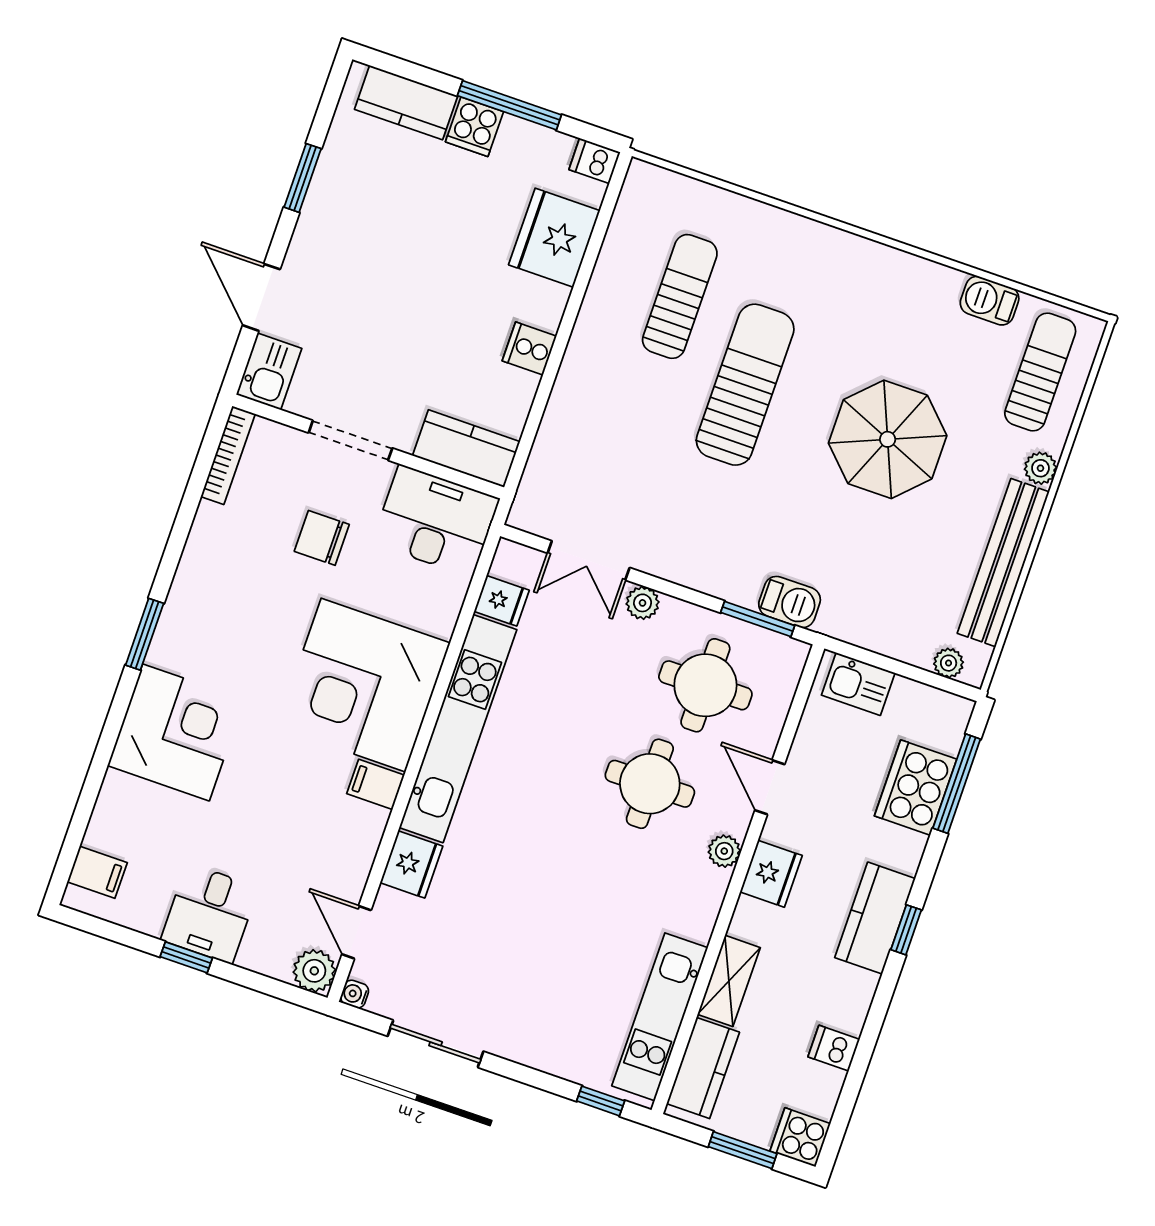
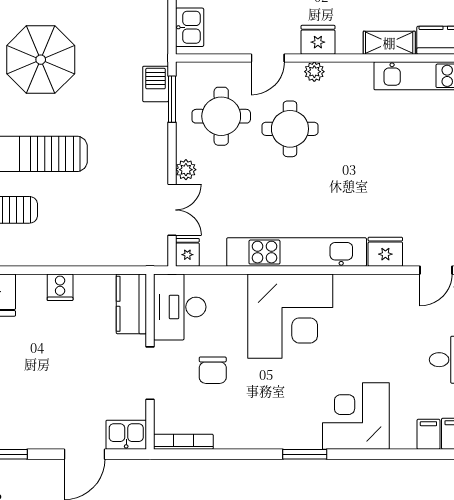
fridge: (502, 601) -> (187, 252), moved
filing cabinet: (376, 784) -> (428, 434), moved, turned 180

